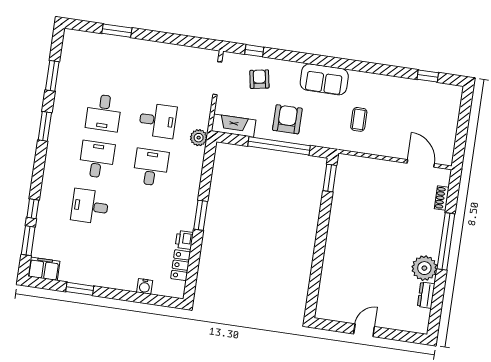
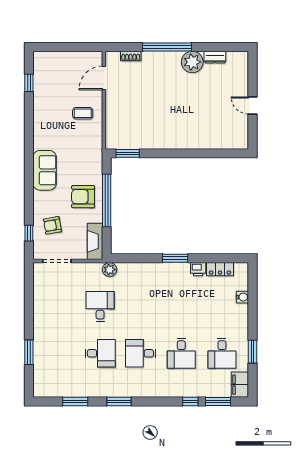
coffee table: (359, 119) -> (83, 113), moved
desk: (151, 167) -> (222, 353), moved, turned -90

